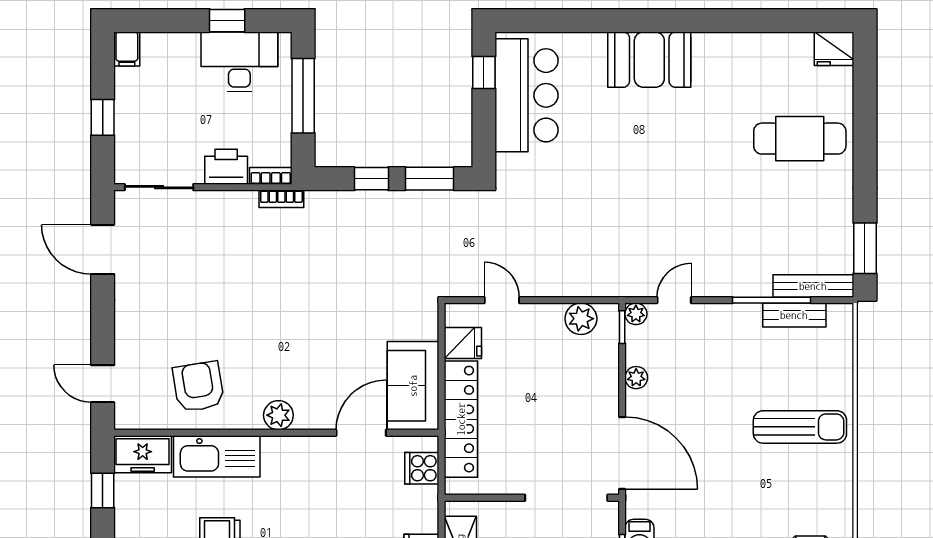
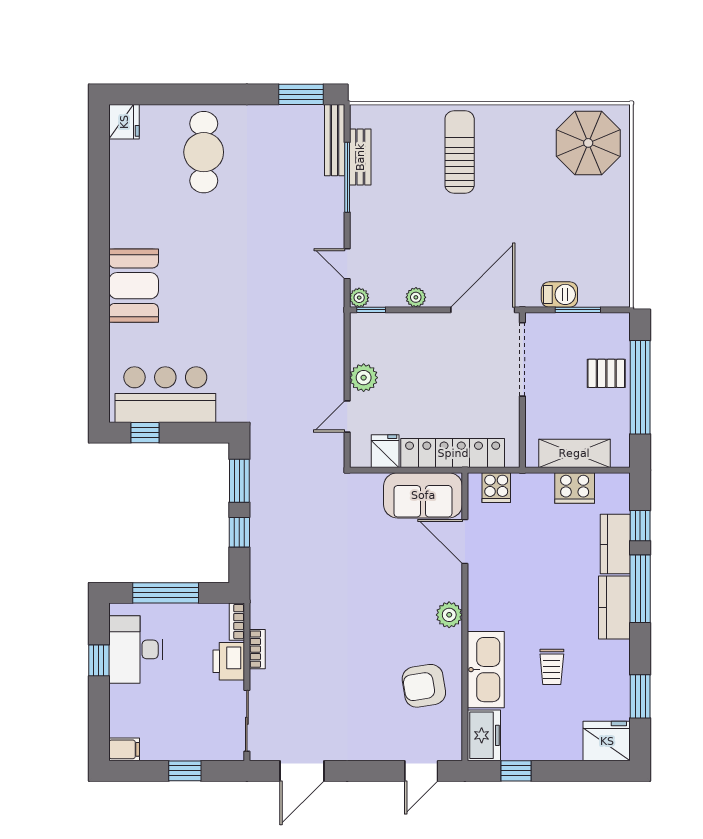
bookcase: (281, 199) -> (257, 649), moved
plant: (581, 319) -> (364, 378), moved

